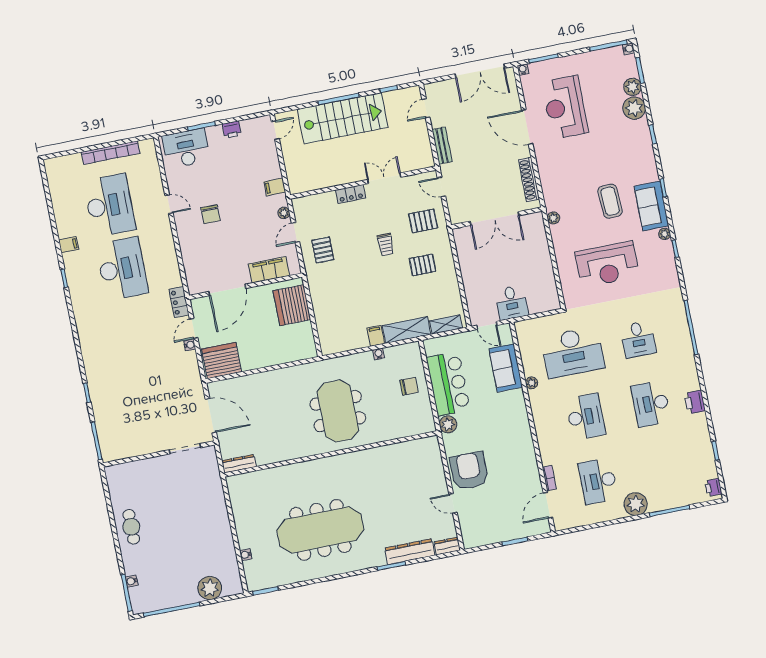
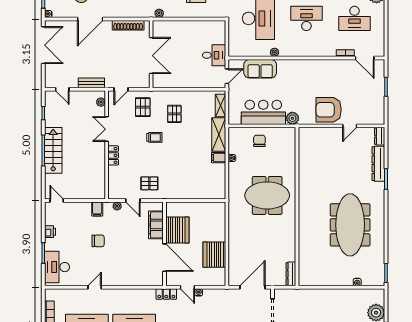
stairs: (343, 118) -> (53, 150), width x0.73, depth x0.66
plant: (419, 163) -> (101, 102), added
chair: (210, 214) -> (98, 241), moved
server rack: (292, 305) -> (177, 230), moved, turned -90
server rack: (222, 361) -> (214, 255), moved

